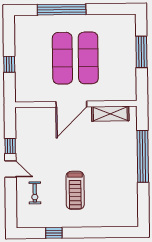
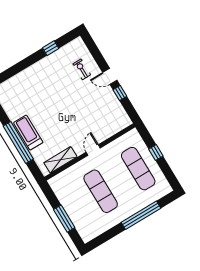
exercise mat: (62, 58) -> (138, 169), moved
door: (71, 104) -> (93, 150), width x0.53
treadmill: (75, 190) -> (28, 133), moved

